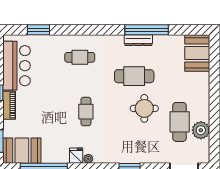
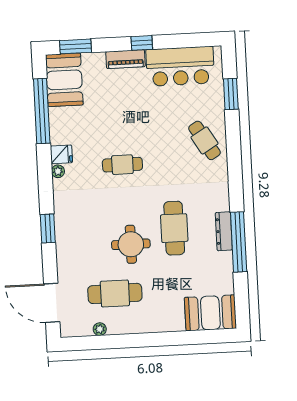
cafe table: (80, 57) -> (204, 140), moved, turned -31
plant: (201, 130) -> (100, 329), width x0.53, depth x0.53

